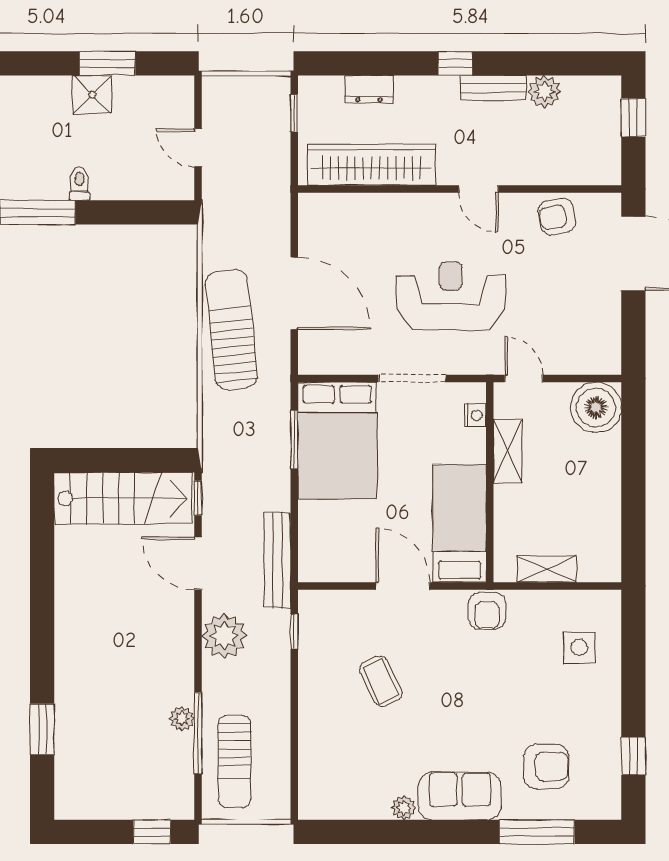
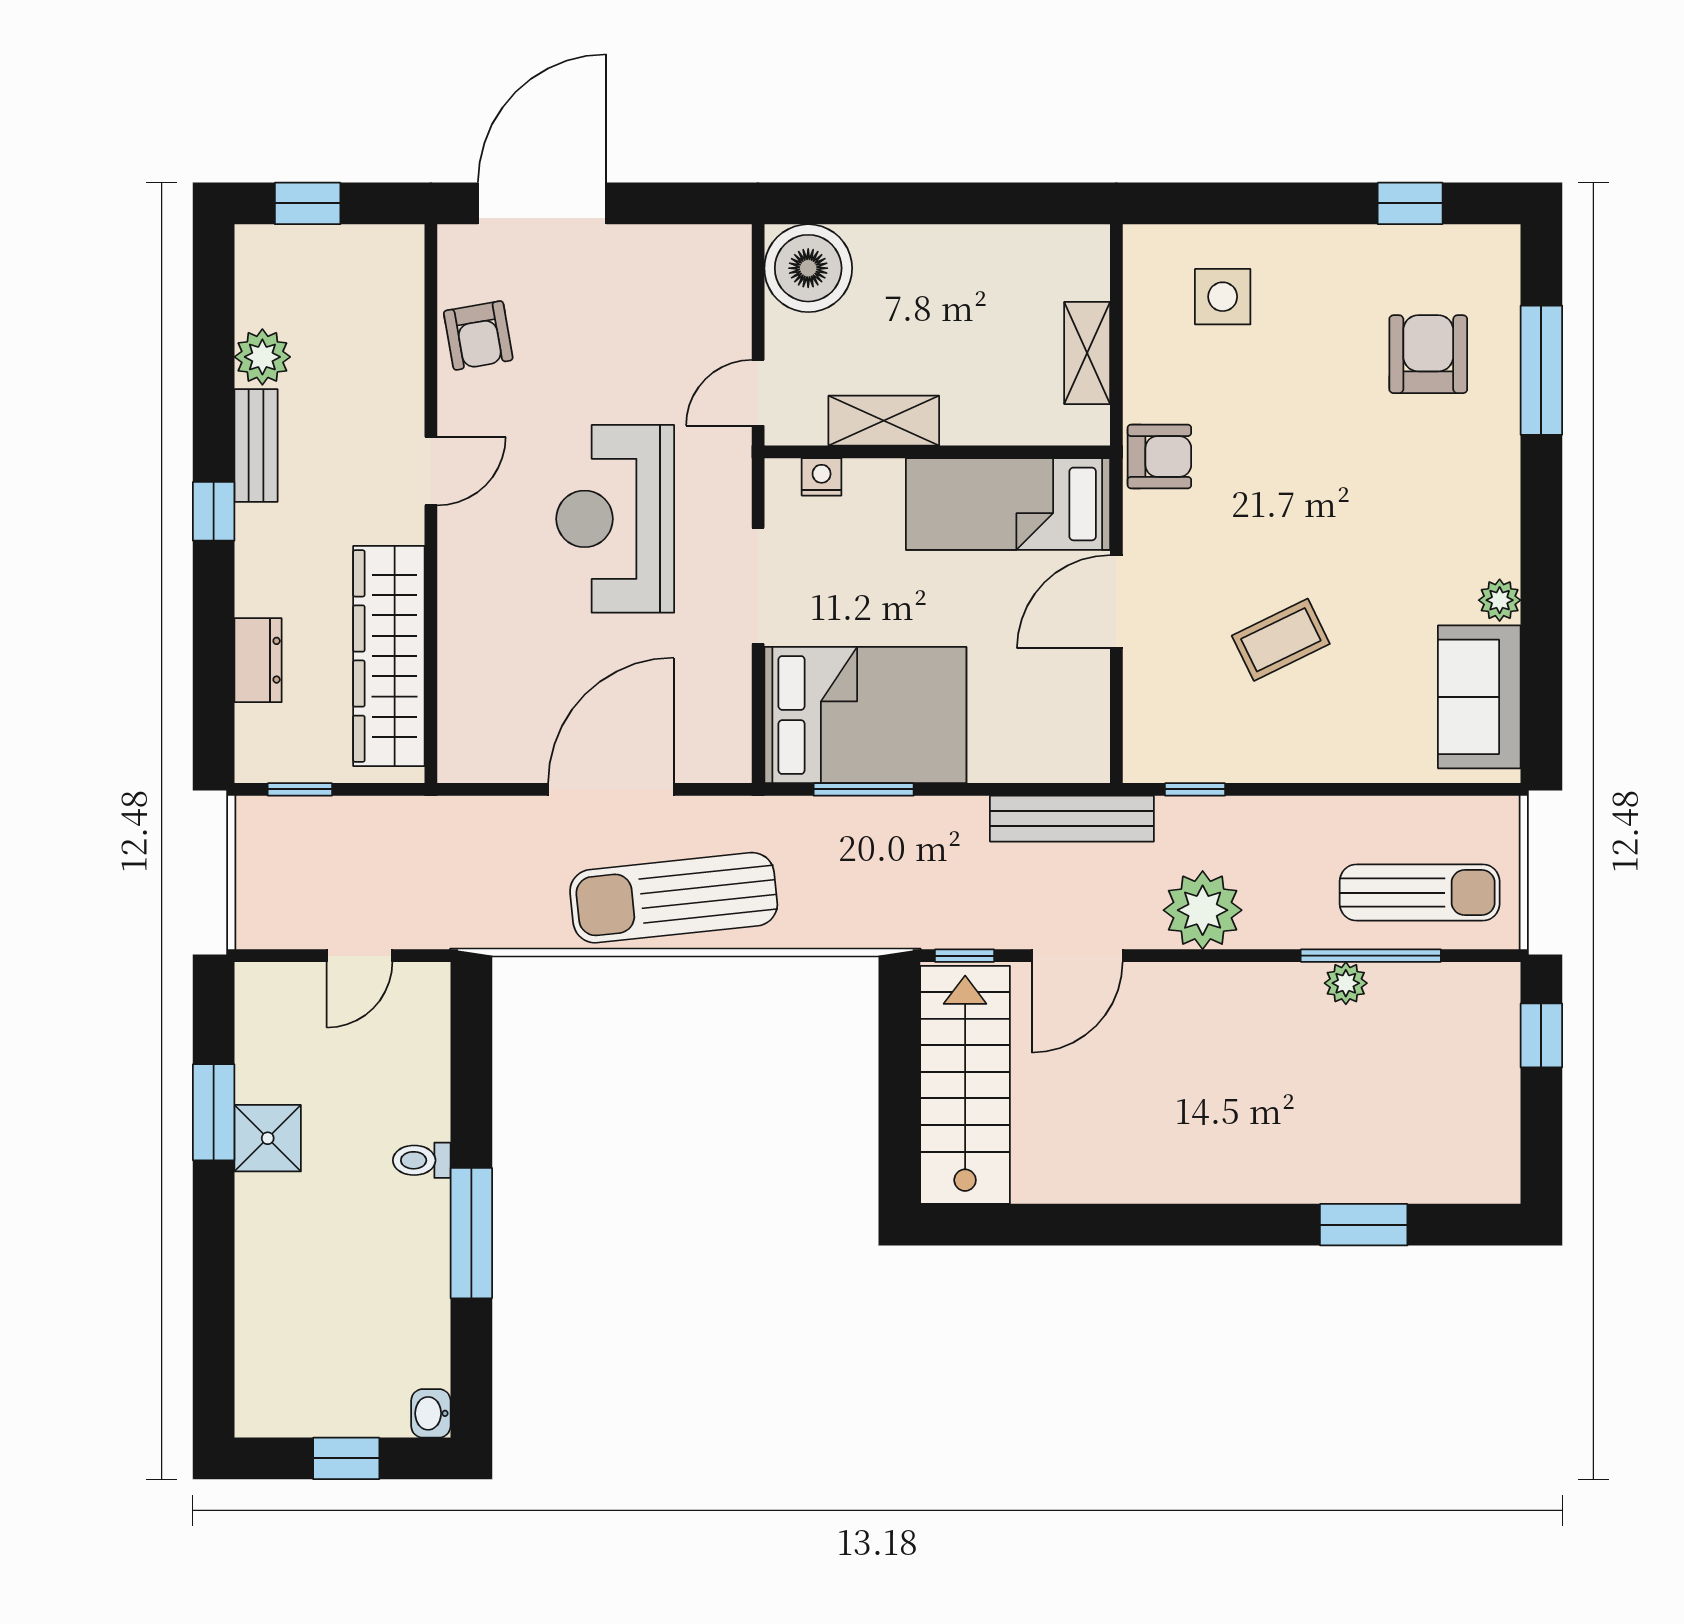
sofa: (460, 796) -> (1479, 697), moved

